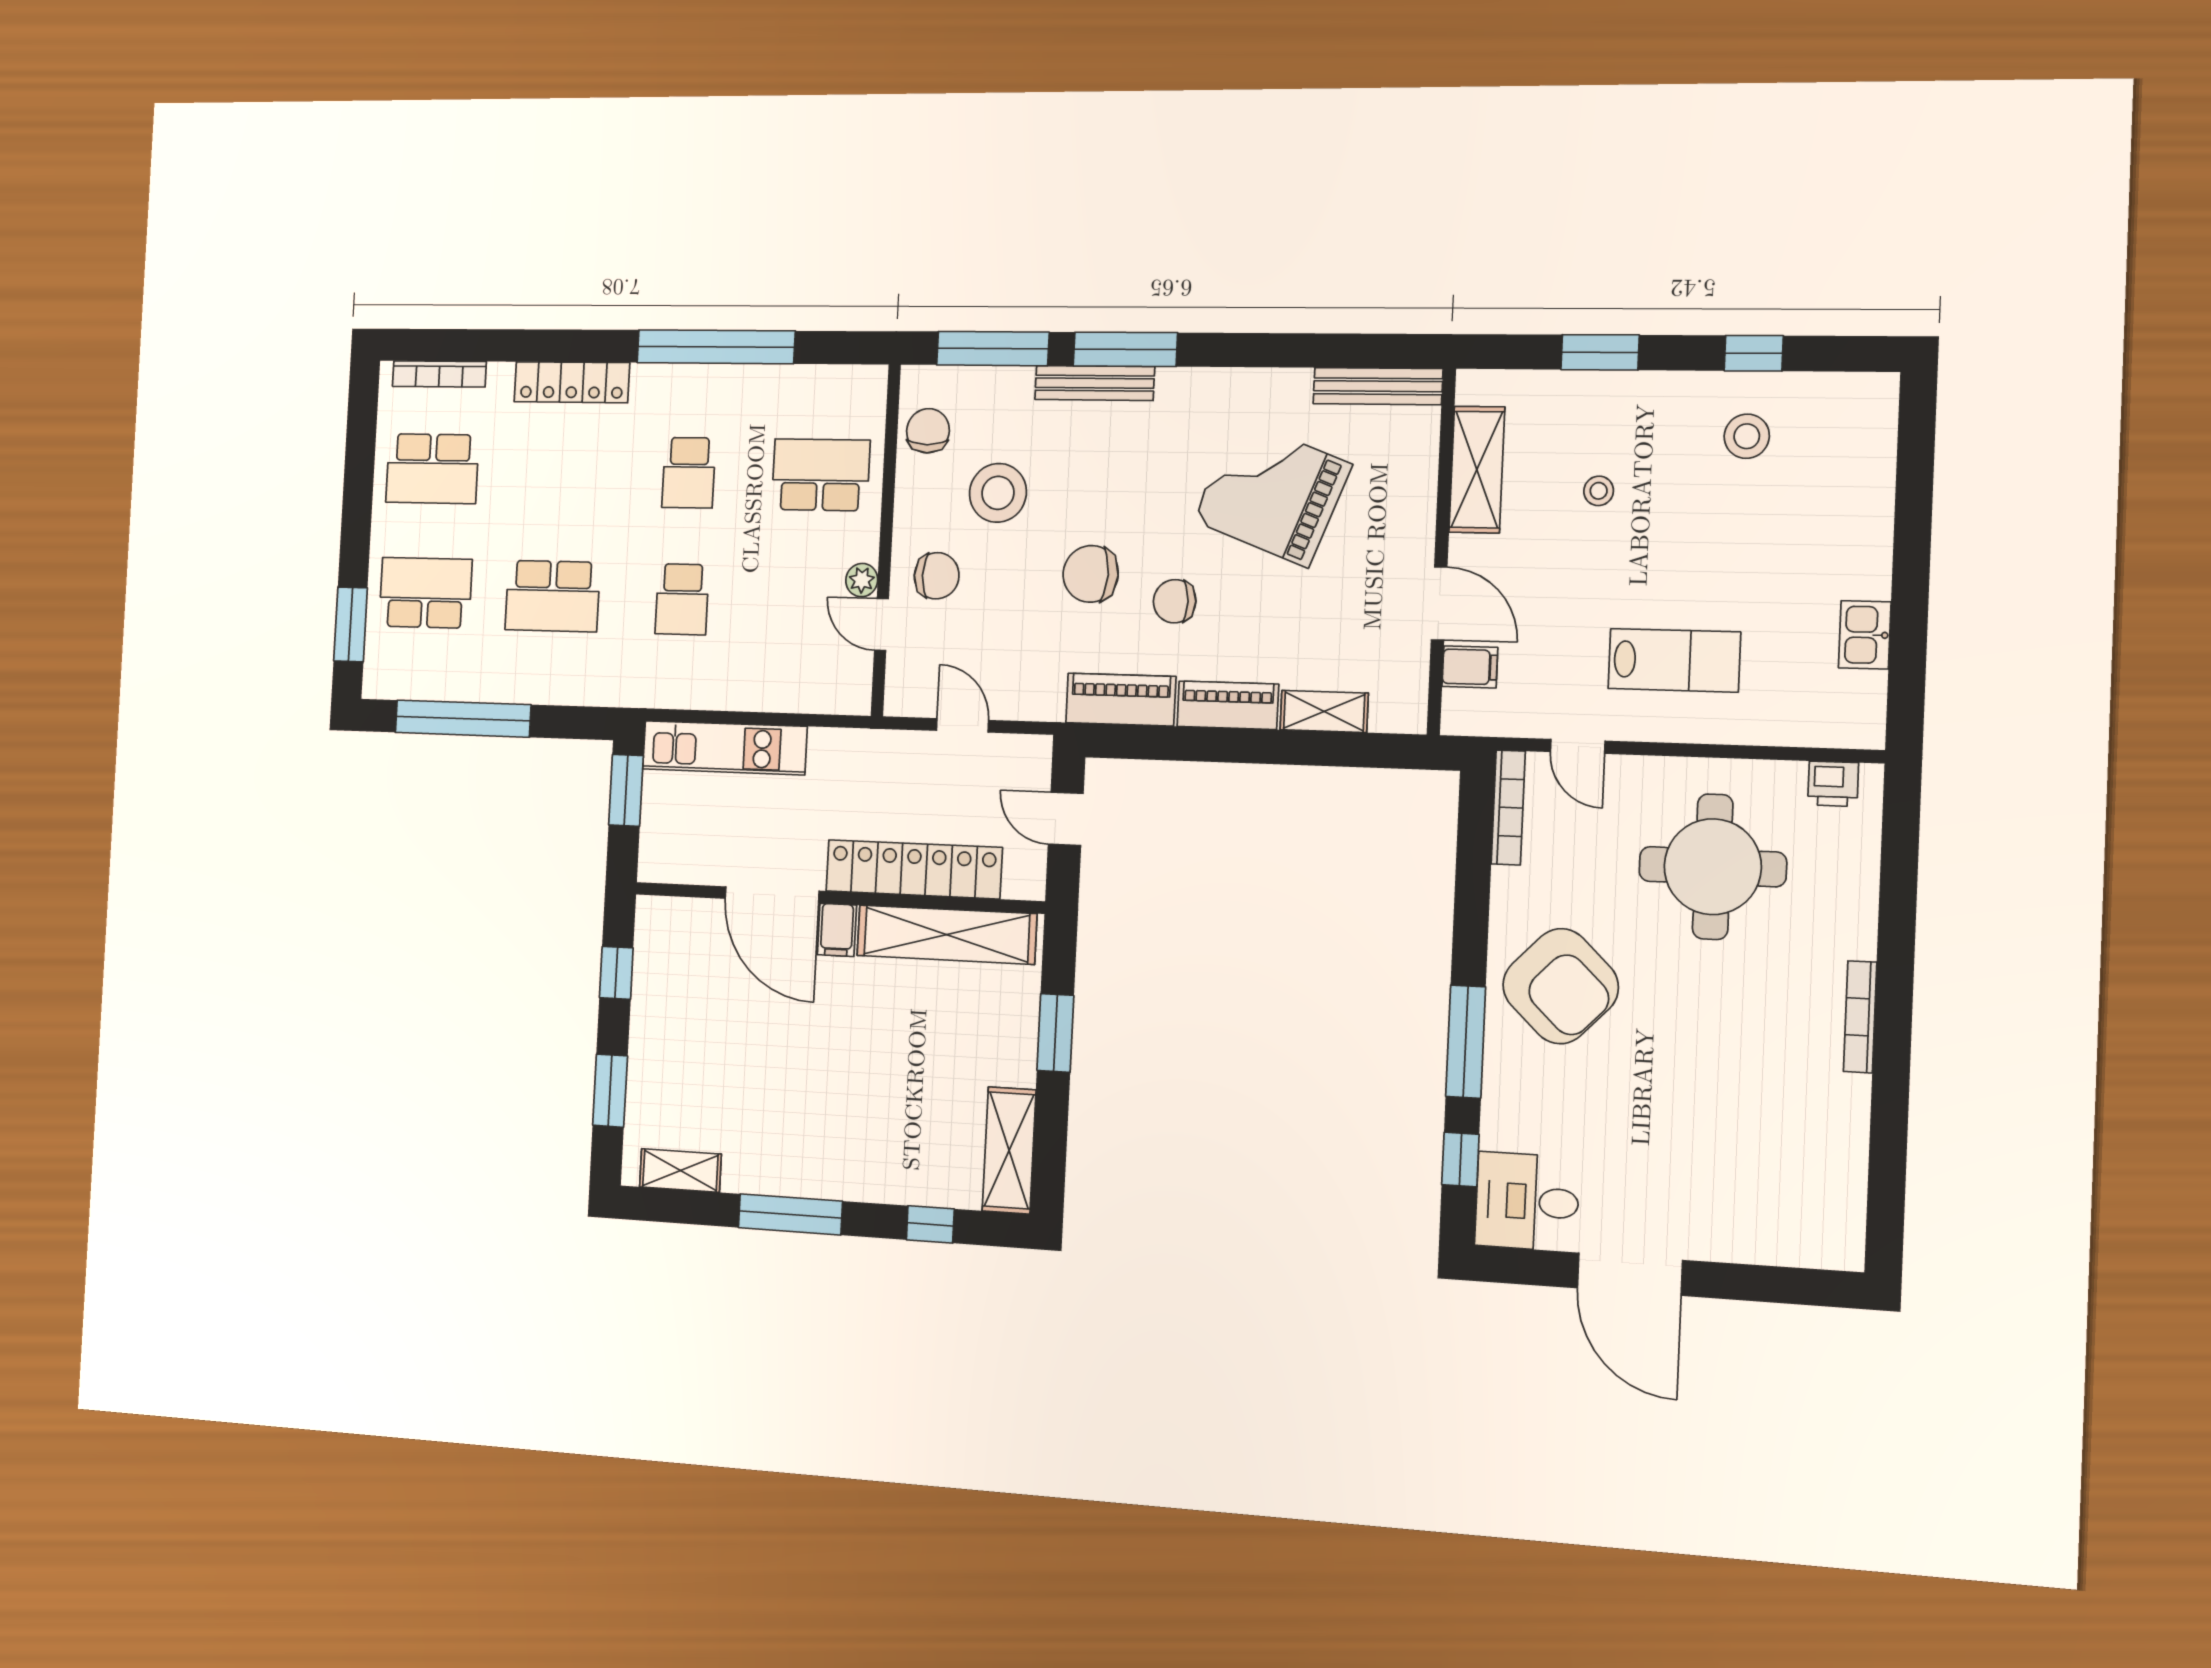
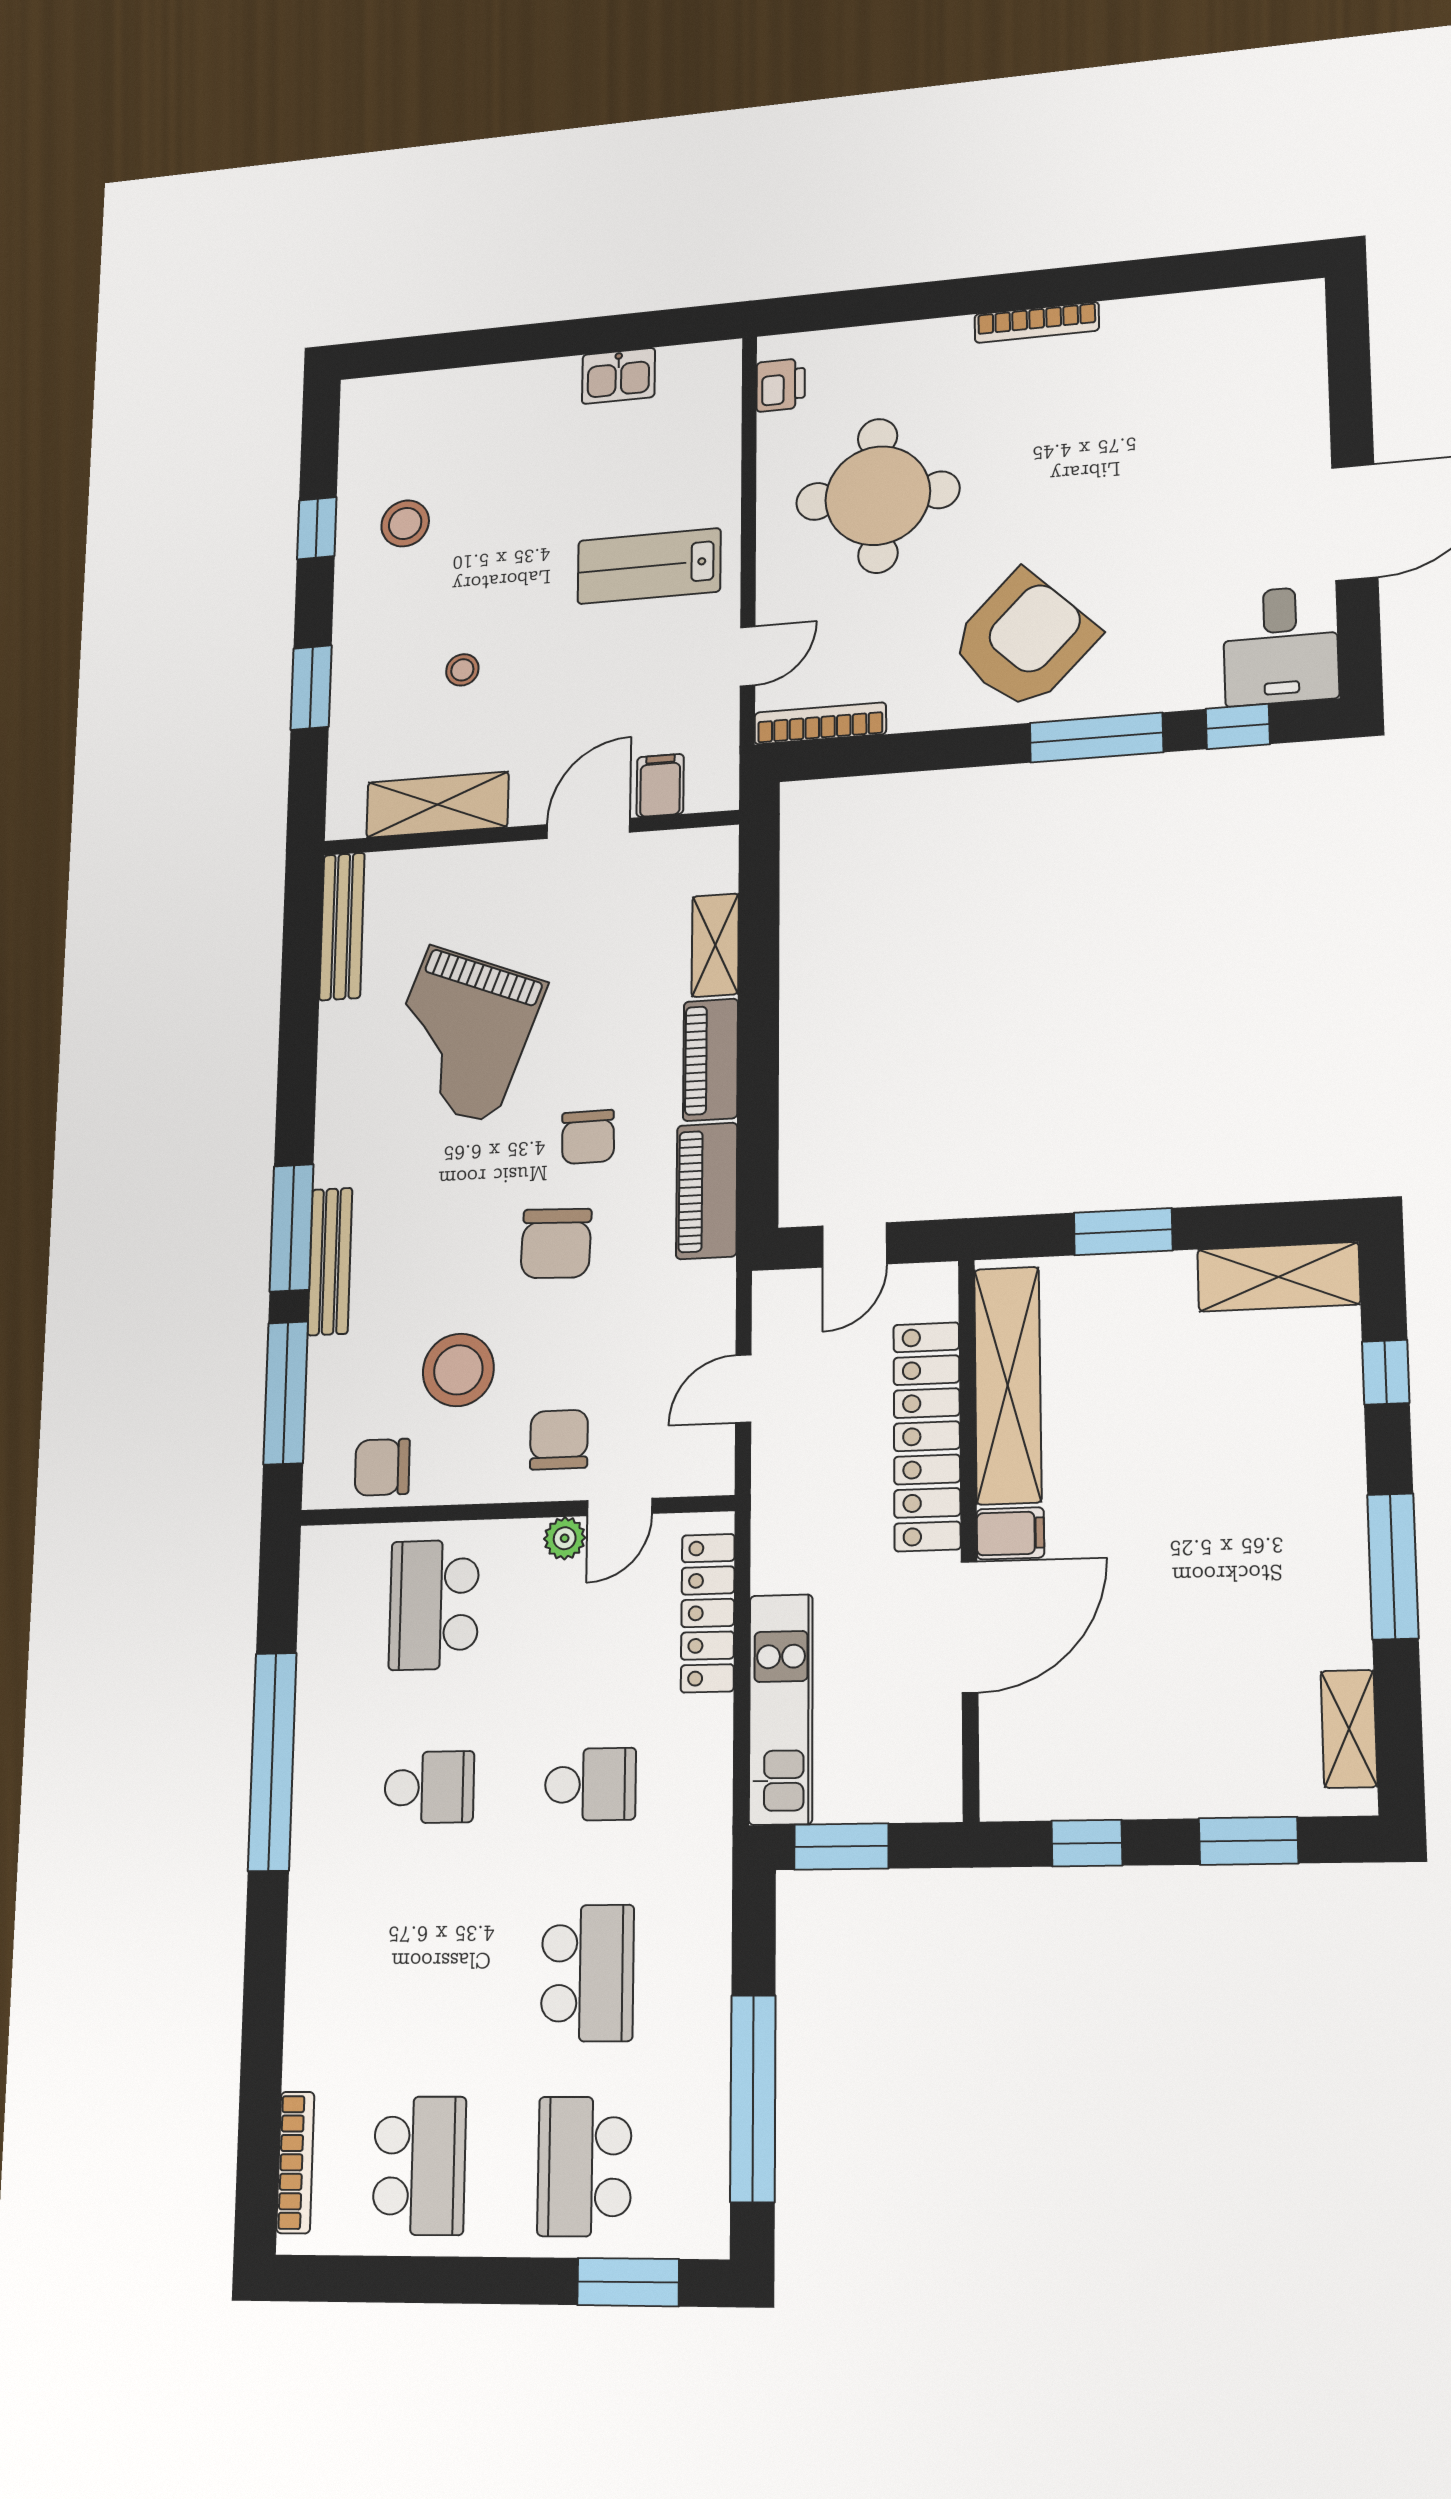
locker: (572, 382) -> (708, 1613), moved, turned 180
lab bench: (1674, 660) -> (649, 566), turned -90

